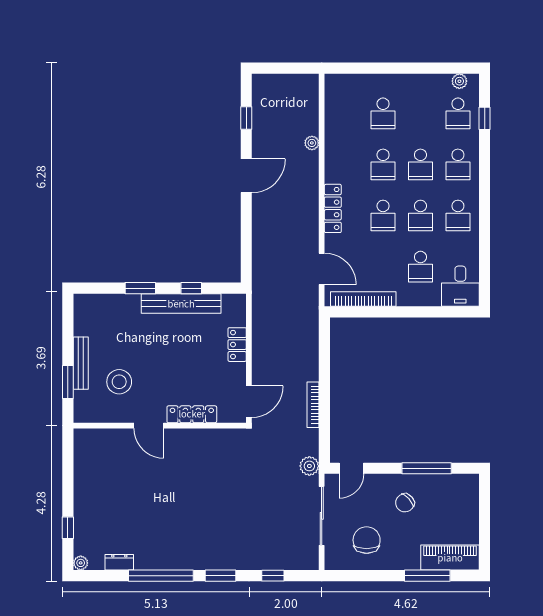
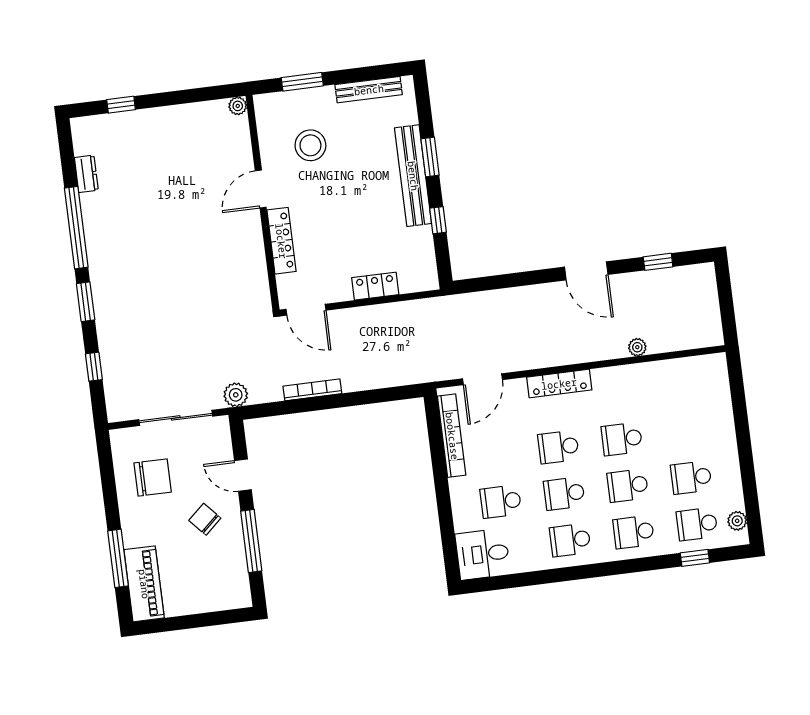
school desk: (383, 113) -> (691, 477), moved
bench: (181, 304) -> (413, 176), moved
bench: (81, 363) -> (369, 90), moved
door: (351, 468) -> (243, 475), moved
plant: (81, 563) -> (238, 106), moved

